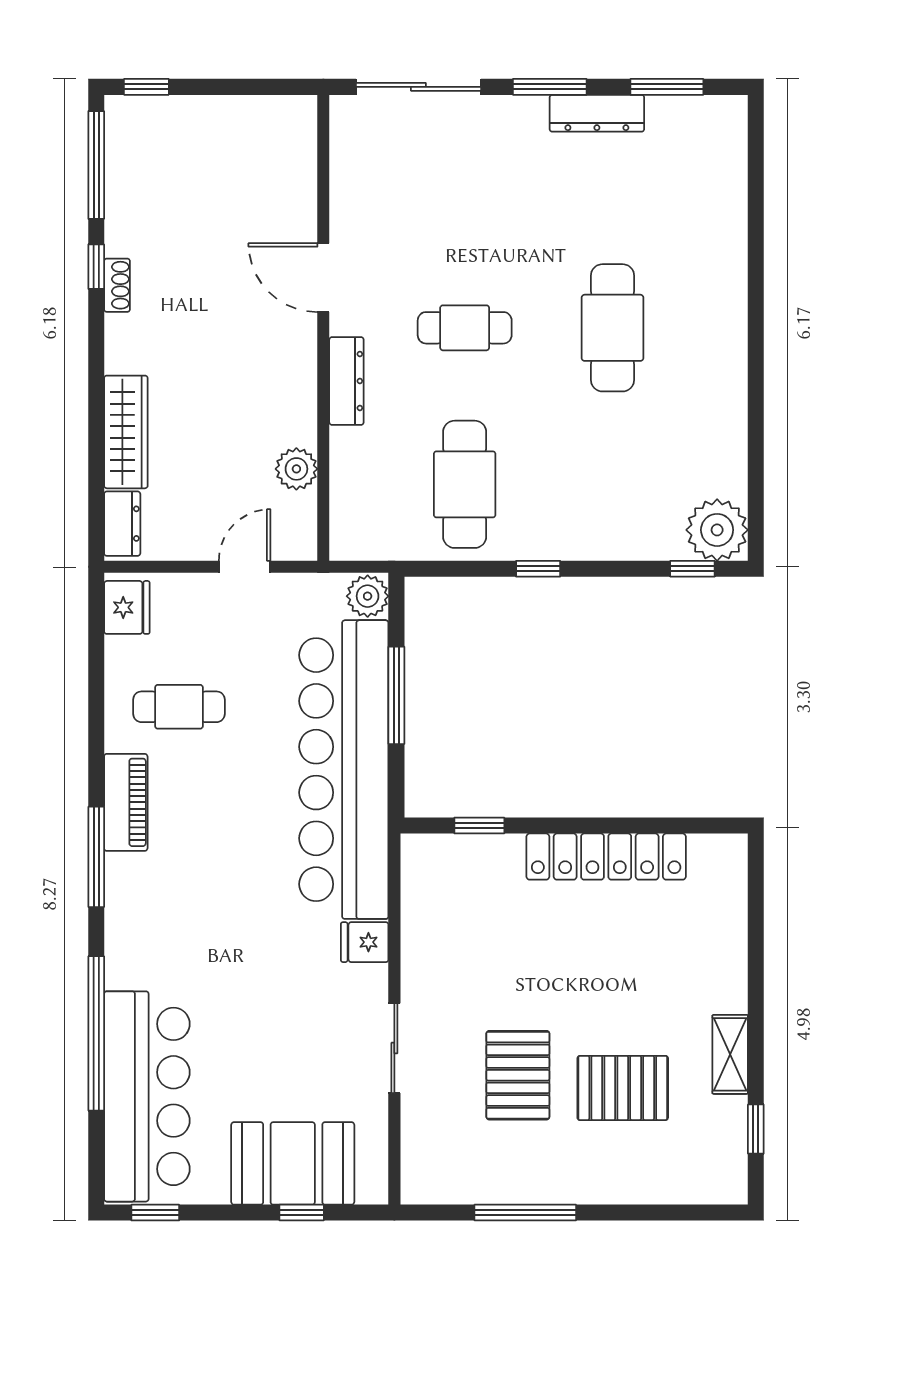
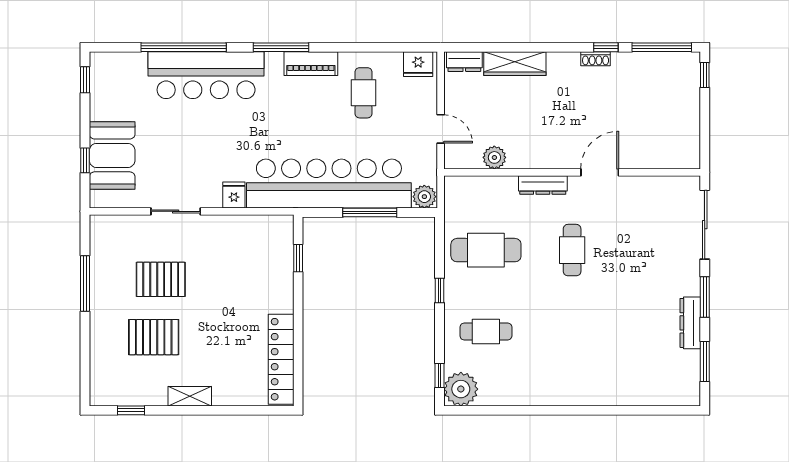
cafe table: (613, 328) -> (486, 331), moved, width x0.73, depth x0.74
locker: (606, 857) -> (281, 359), moved
shelving: (730, 1054) -> (190, 396), moved
pallet: (623, 1088) -> (154, 337), turned 90
bar counter: (147, 1096) -> (206, 75), moved

